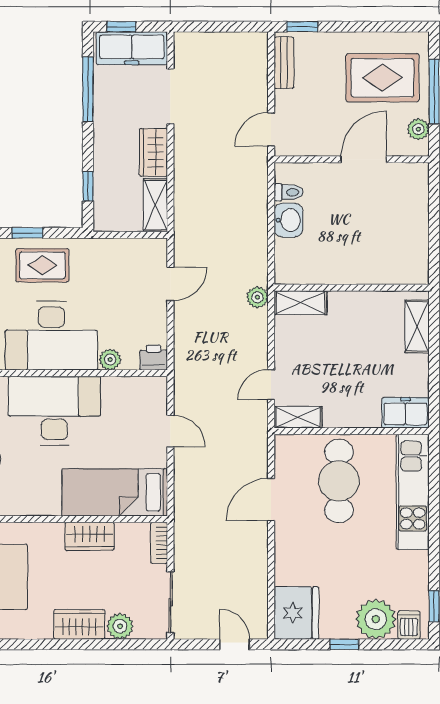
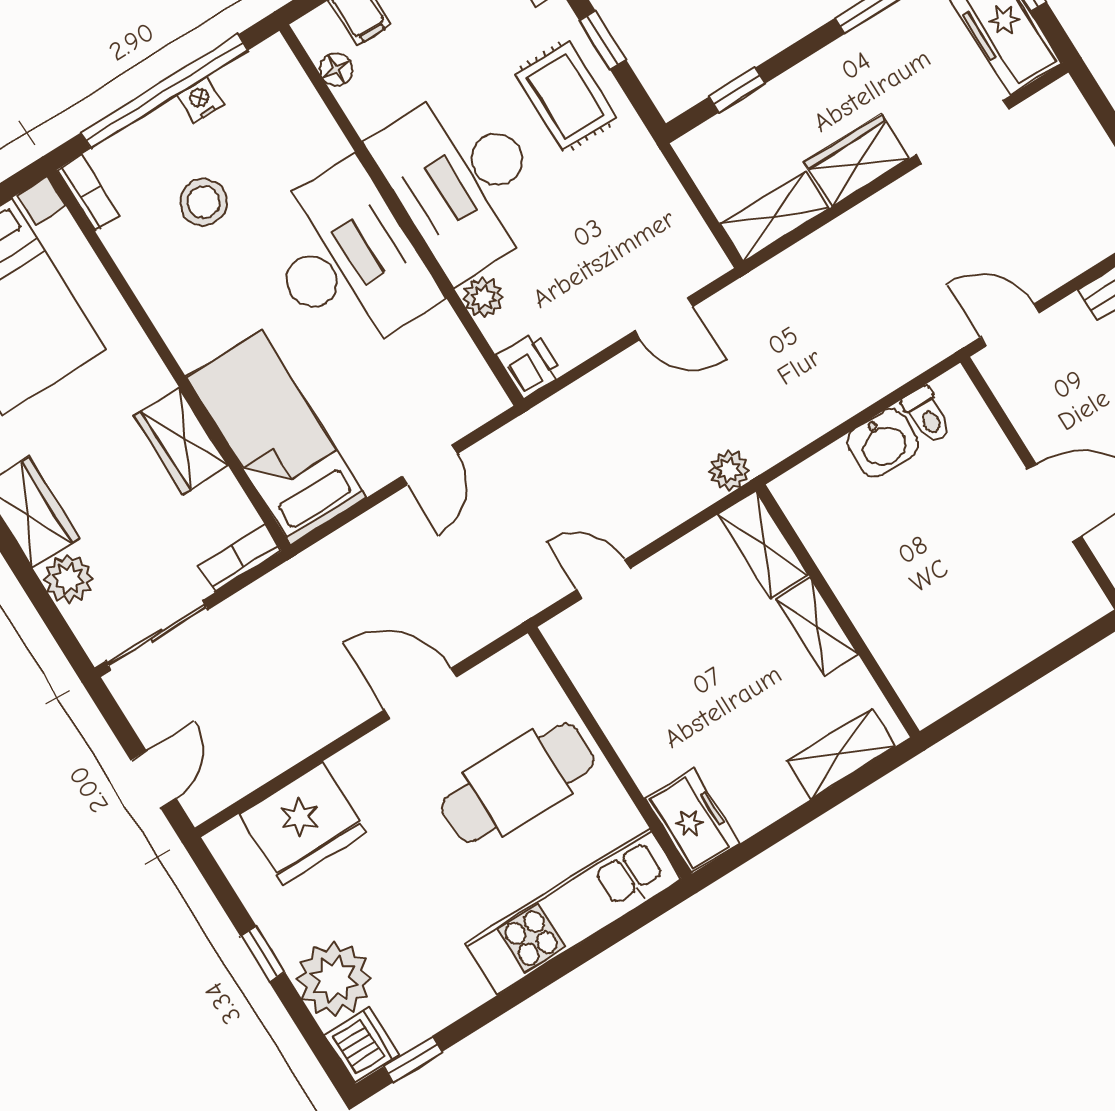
shelving: (298, 417) -> (817, 627), moved
fridge: (296, 613) -> (303, 823), moved
dishwasher: (409, 625) -> (362, 1045), width x1.38

